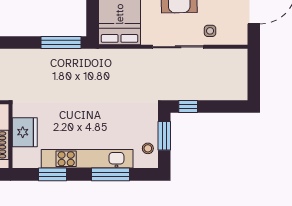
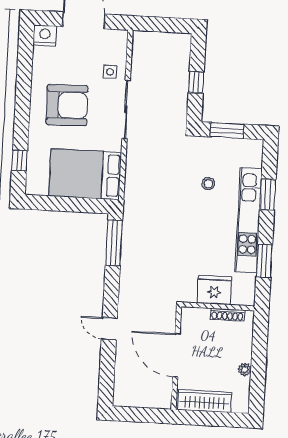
window: (188, 107) -> (196, 82), moved
stool: (148, 148) -> (208, 184), moved
window: (110, 174) -> (268, 194), width x0.69

